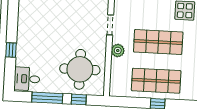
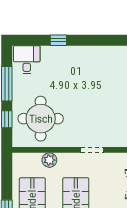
plant: (118, 50) -> (49, 160), moved

